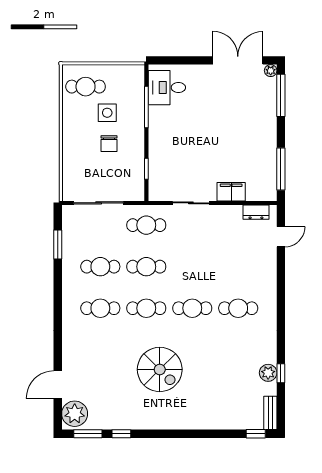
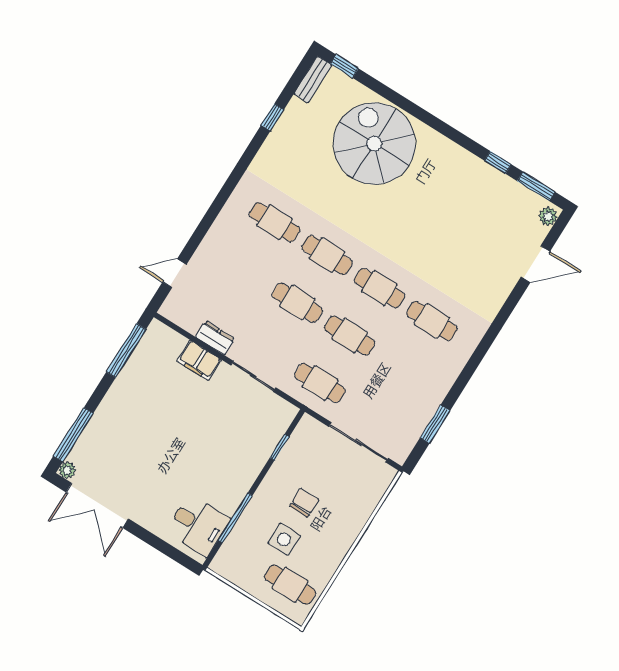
dresser: (256, 212) -> (215, 338), moved
cafe table: (100, 267) -> (297, 303), moved
spiral stairs: (160, 369) -> (374, 144), moved, width x1.37, depth x1.37
plant: (268, 373) -> (287, 127), removed
plant: (75, 414) -> (548, 216), width x0.53, depth x0.53

